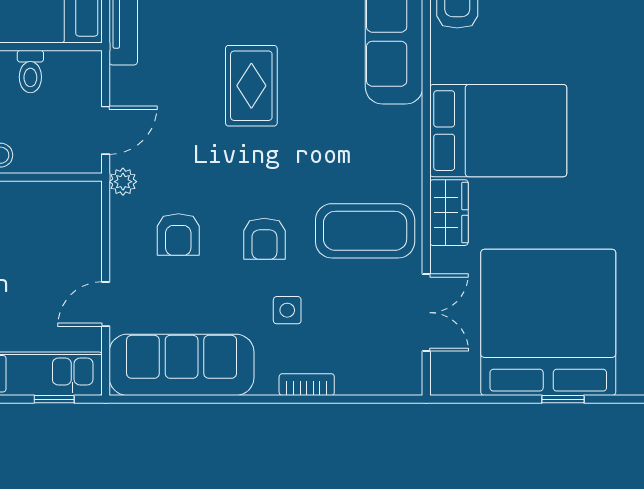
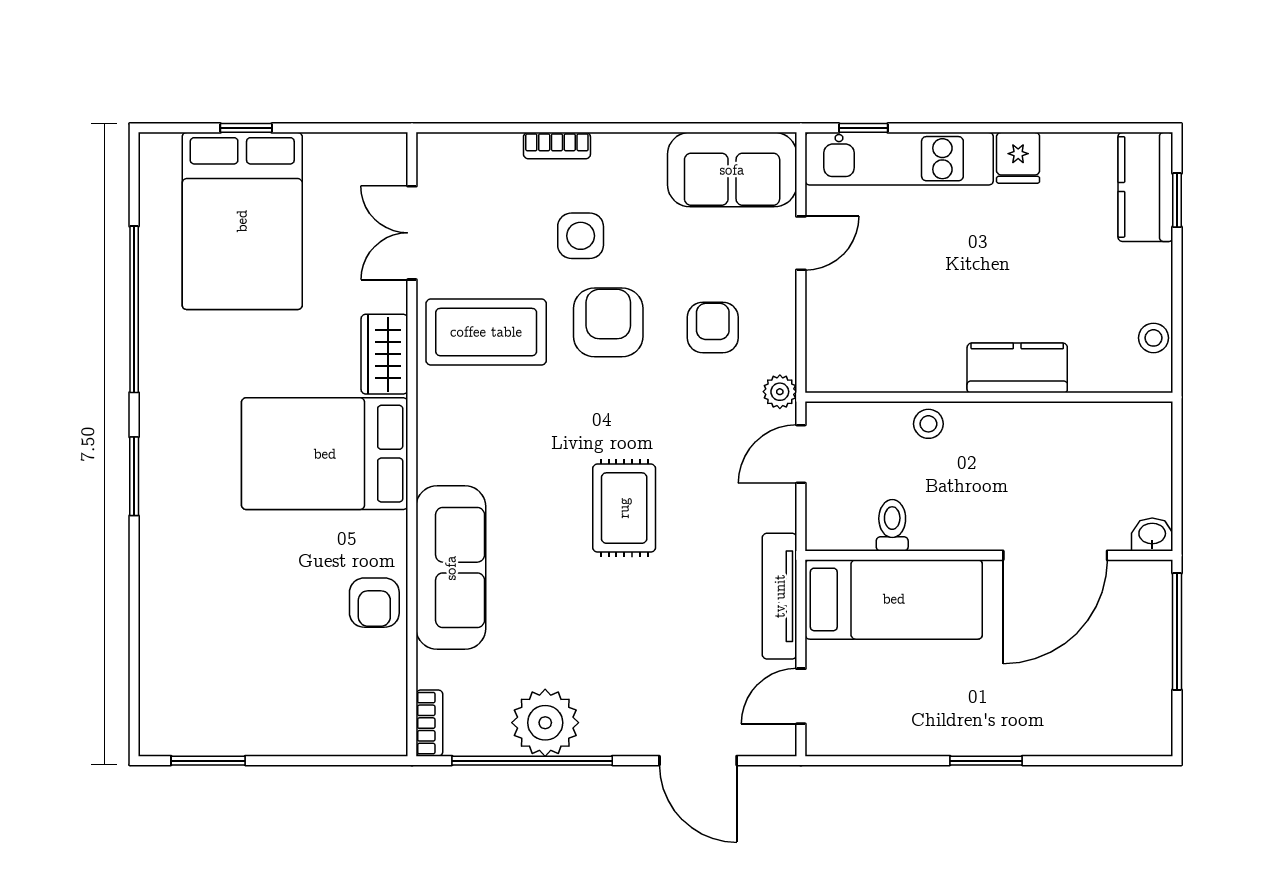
armchair: (264, 239) -> (608, 322), width x1.38, depth x1.38
side table: (287, 310) -> (581, 236), width x1.37, depth x1.37
bed: (548, 322) -> (242, 221), width x0.73
sofa: (182, 365) -> (732, 170), width x0.73

